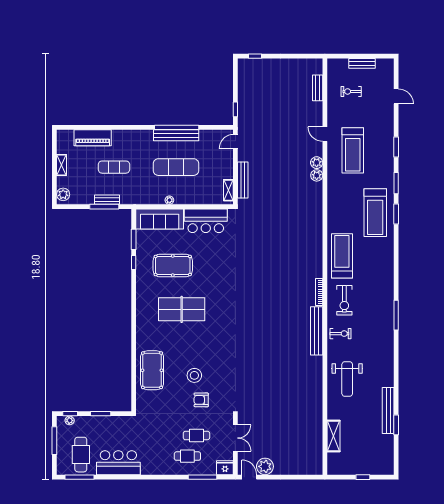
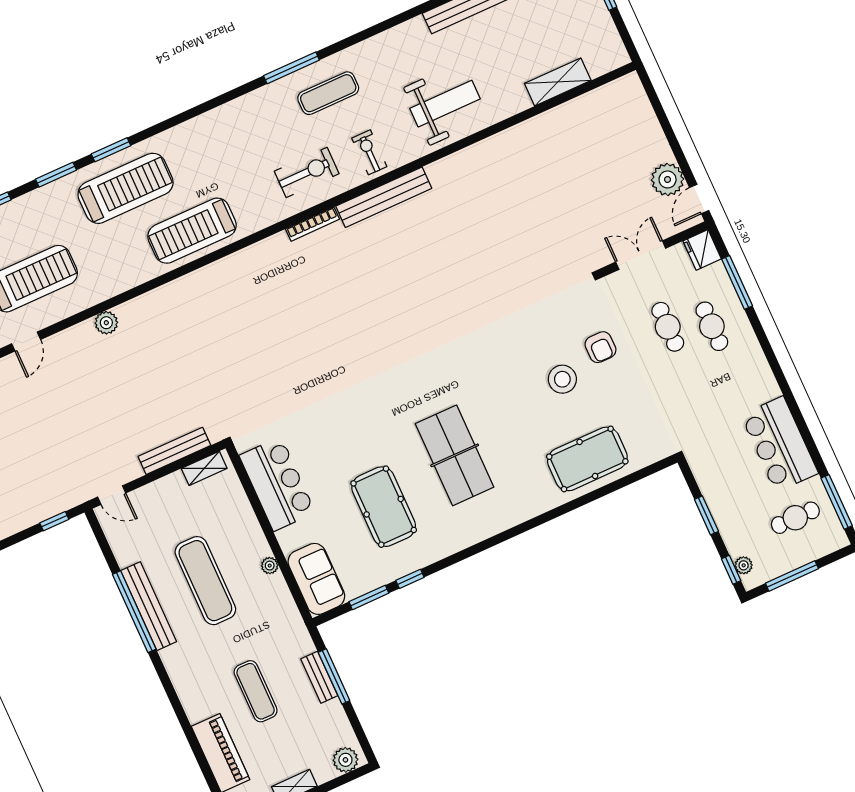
plant: (317, 163) -> (84, 333), removed
sofa: (160, 219) -> (316, 579), width x0.73
treadmill: (342, 256) -> (192, 231), moved
exercise mat: (377, 327) -> (328, 93), added
cafe table: (81, 455) -> (795, 518), width x0.73, depth x0.74

